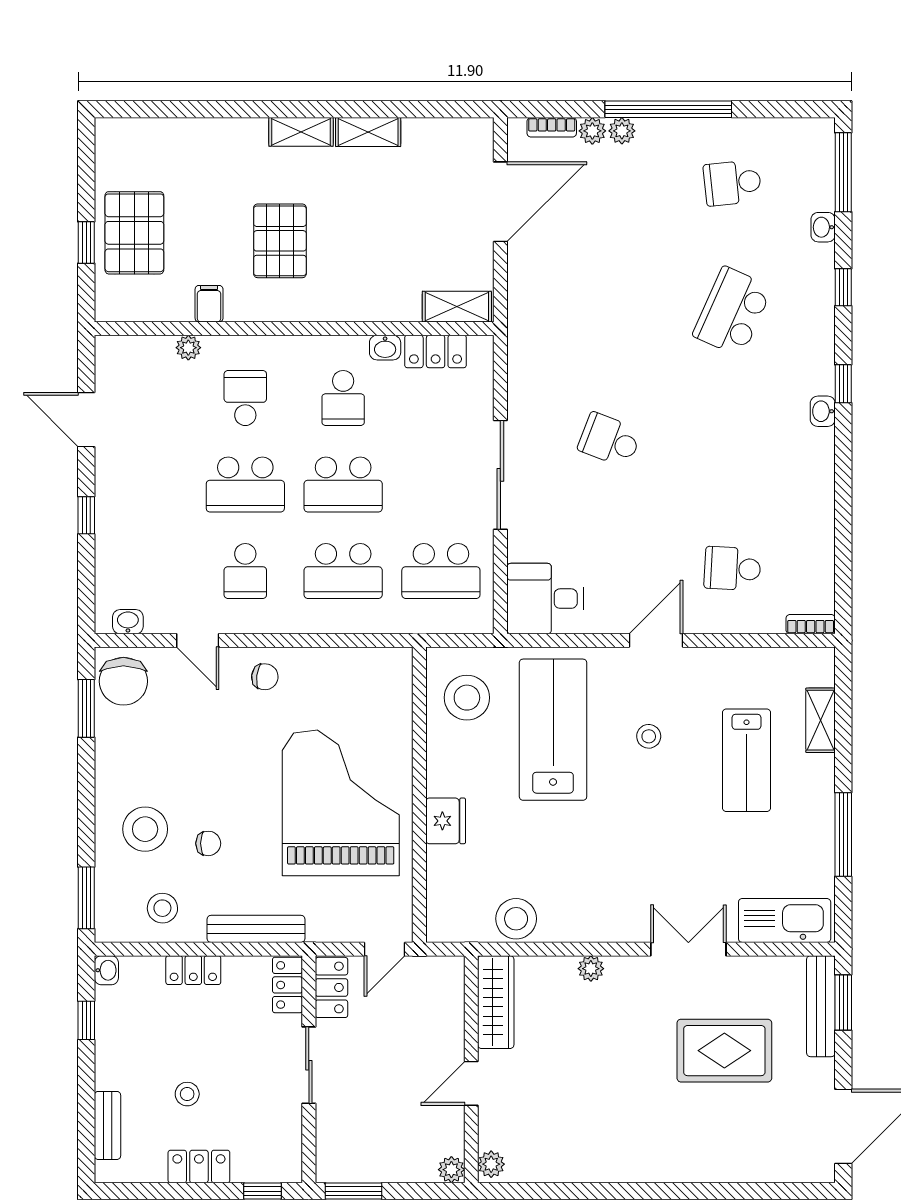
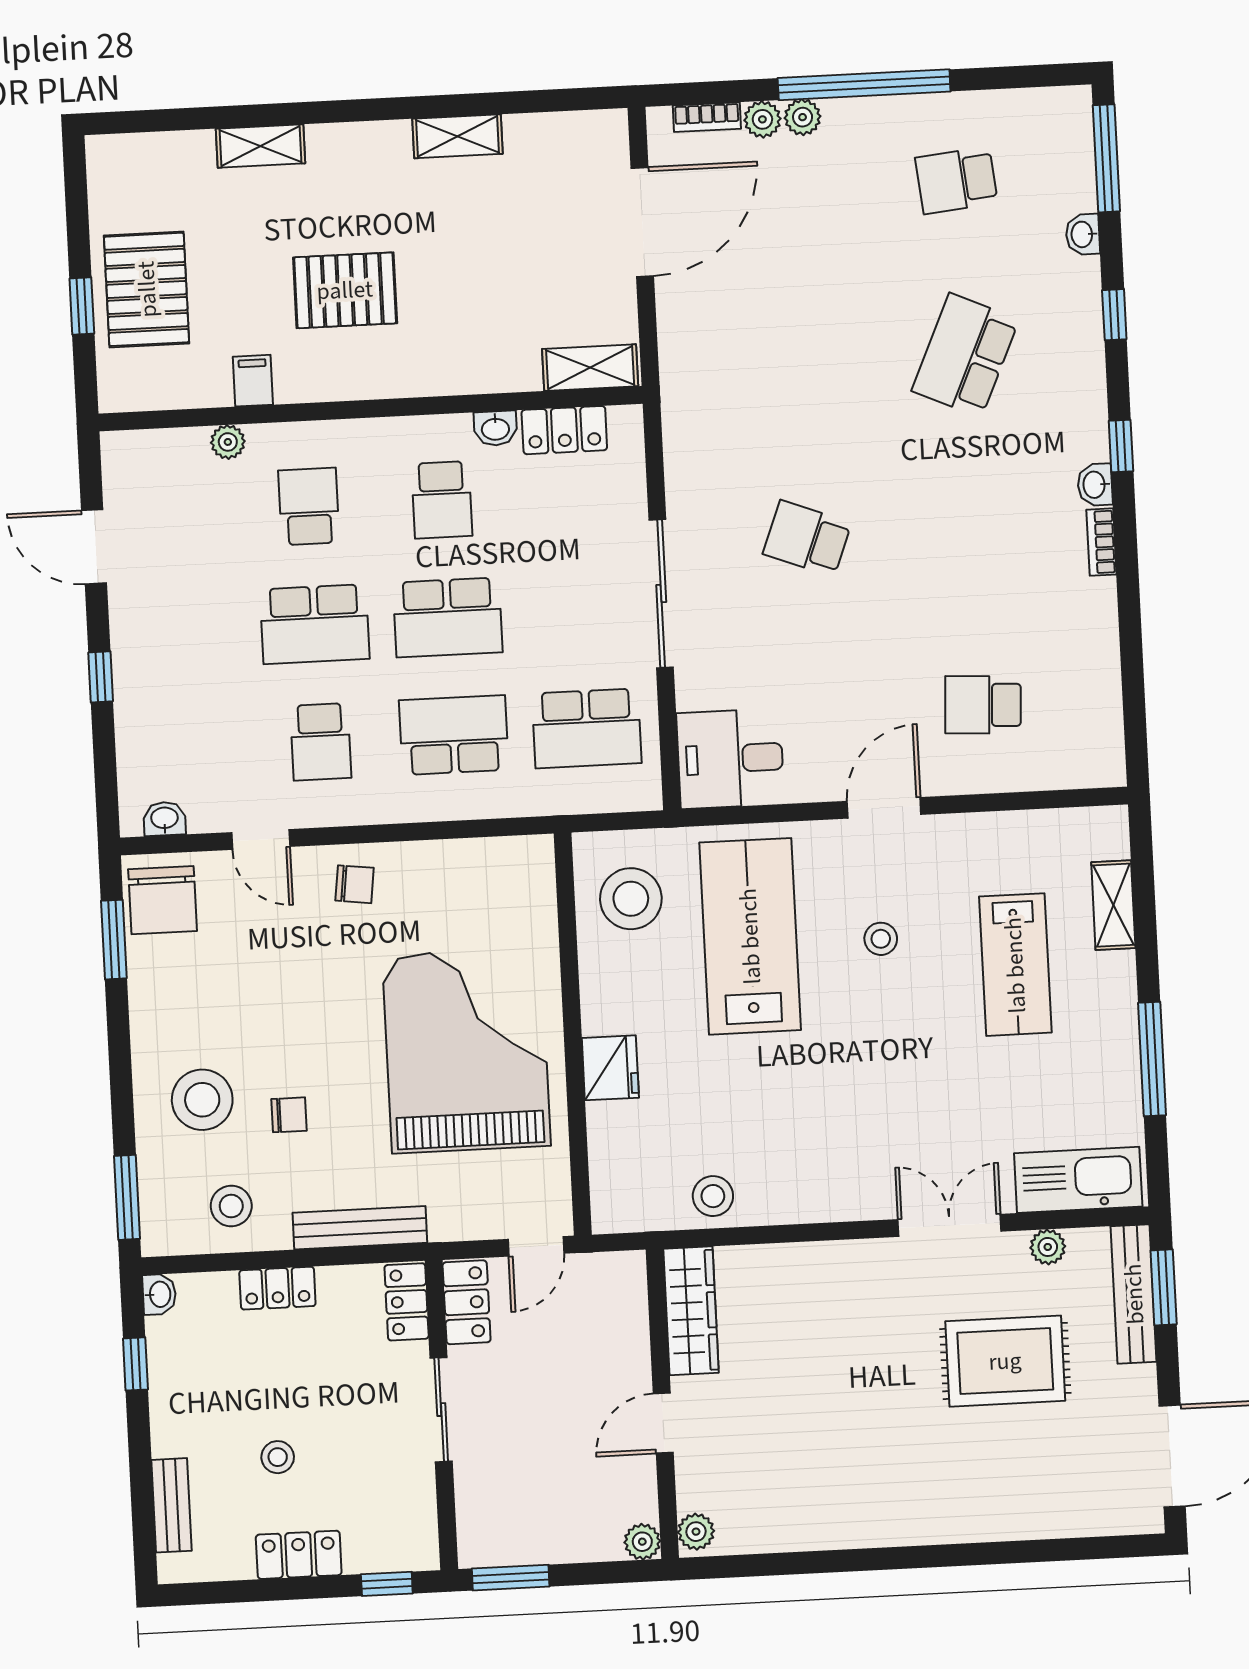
shelving: (301, 132) -> (260, 146), moved
pallet: (280, 241) -> (345, 290), turned 90
school desk: (343, 571) -> (454, 735), turned 180
bookcase: (811, 624) -> (1101, 542), moved, turned -90
stool: (516, 919) -> (713, 1196), width x0.73, depth x0.73
plant: (591, 969) -> (1048, 1247), moved

